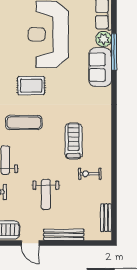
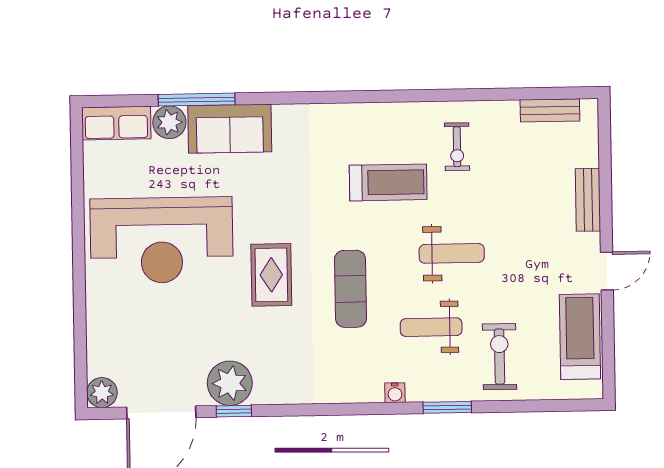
treadmill: (74, 141) -> (388, 182), turned 180
weight bench: (46, 194) -> (452, 253), moved
bench: (64, 235) -> (588, 200), width x0.73

